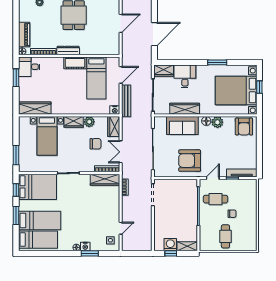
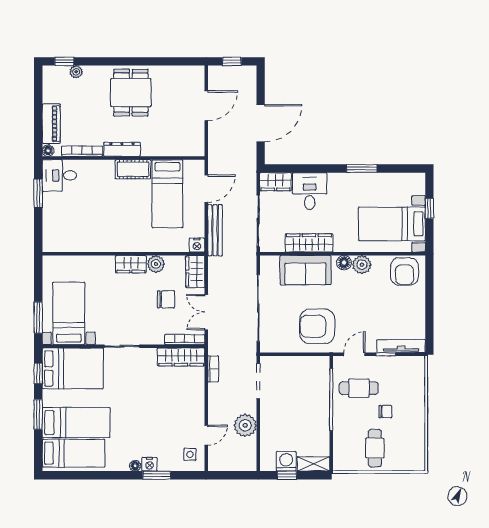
bed with nightstands: (236, 91) -> (392, 224), width x0.73
wardrobe: (35, 108) -> (68, 242), removed
bed with nightstands: (47, 136) -> (69, 313), moved, turned 180
plant: (145, 222) -> (245, 425), added

